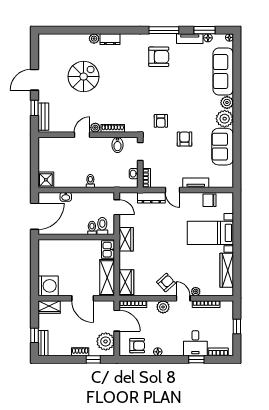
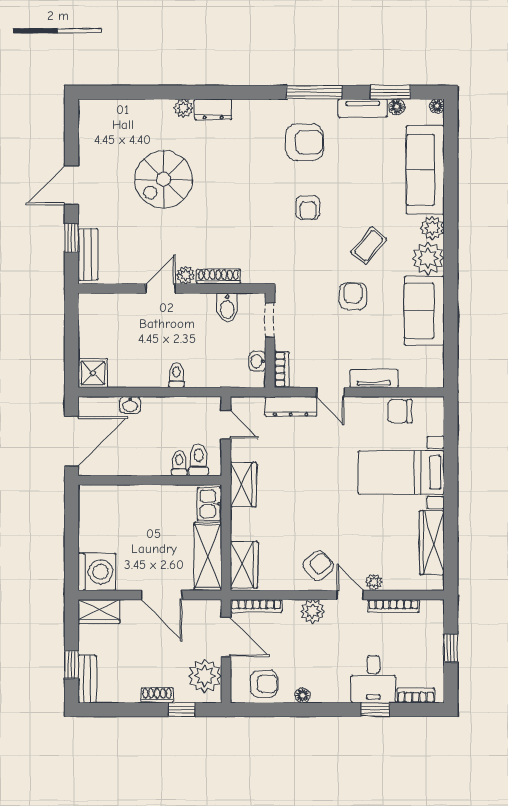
spiral stairs: (84, 77) -> (164, 179), turned 180
coffee table: (193, 112) -> (369, 246), added
armchair: (161, 121) -> (308, 208), moved

